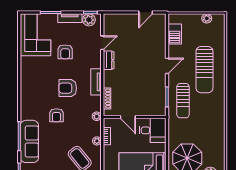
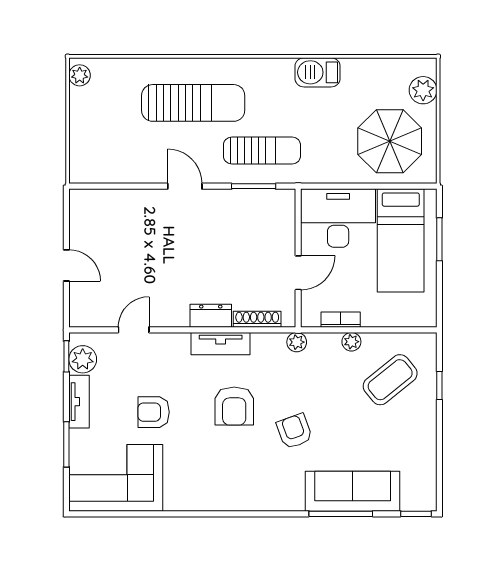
door: (146, 12) -> (66, 265), moved
plant: (207, 18) -> (80, 75), moved
barbecue: (175, 34) -> (318, 72), moved, turned 180
door: (102, 43) -> (134, 330), hinge flipped
armchair: (65, 52) -> (154, 412), turned 180
dresser: (109, 60) -> (211, 316), moved
armchair: (56, 115) -> (294, 431), turned -110
desk: (153, 130) -> (338, 218), width x1.37

